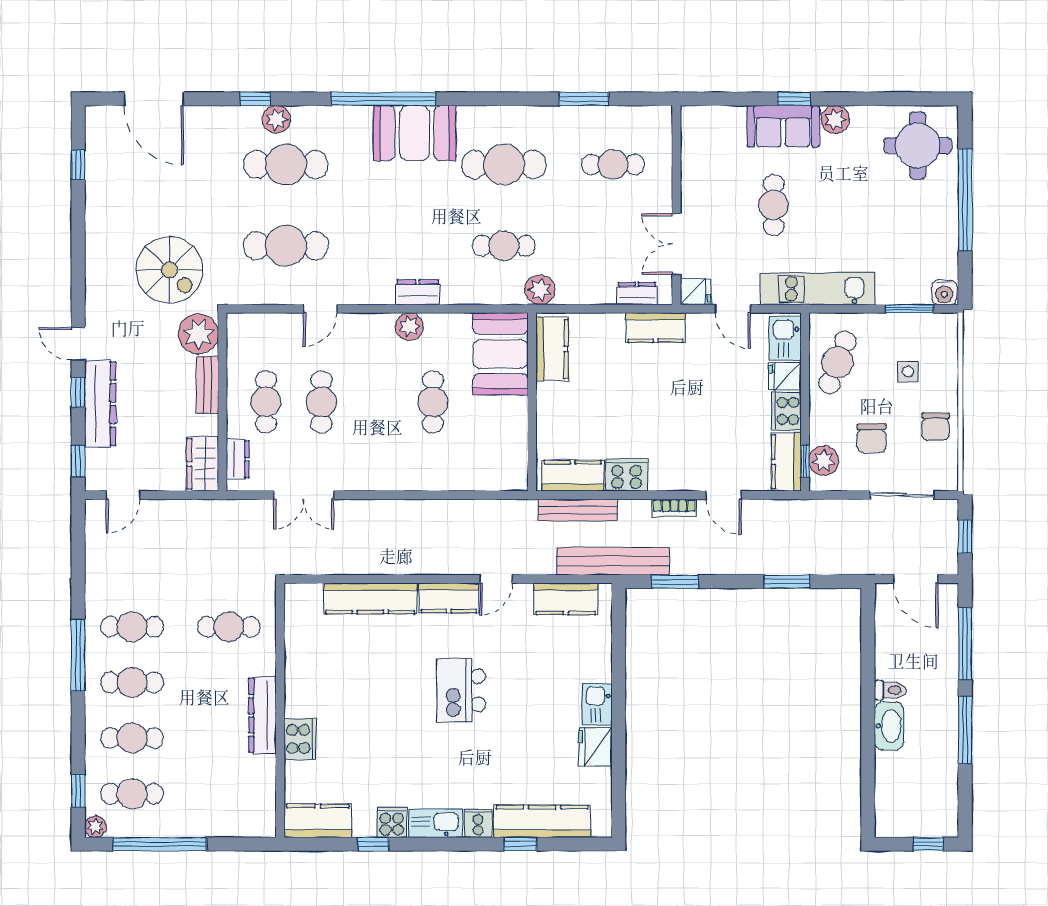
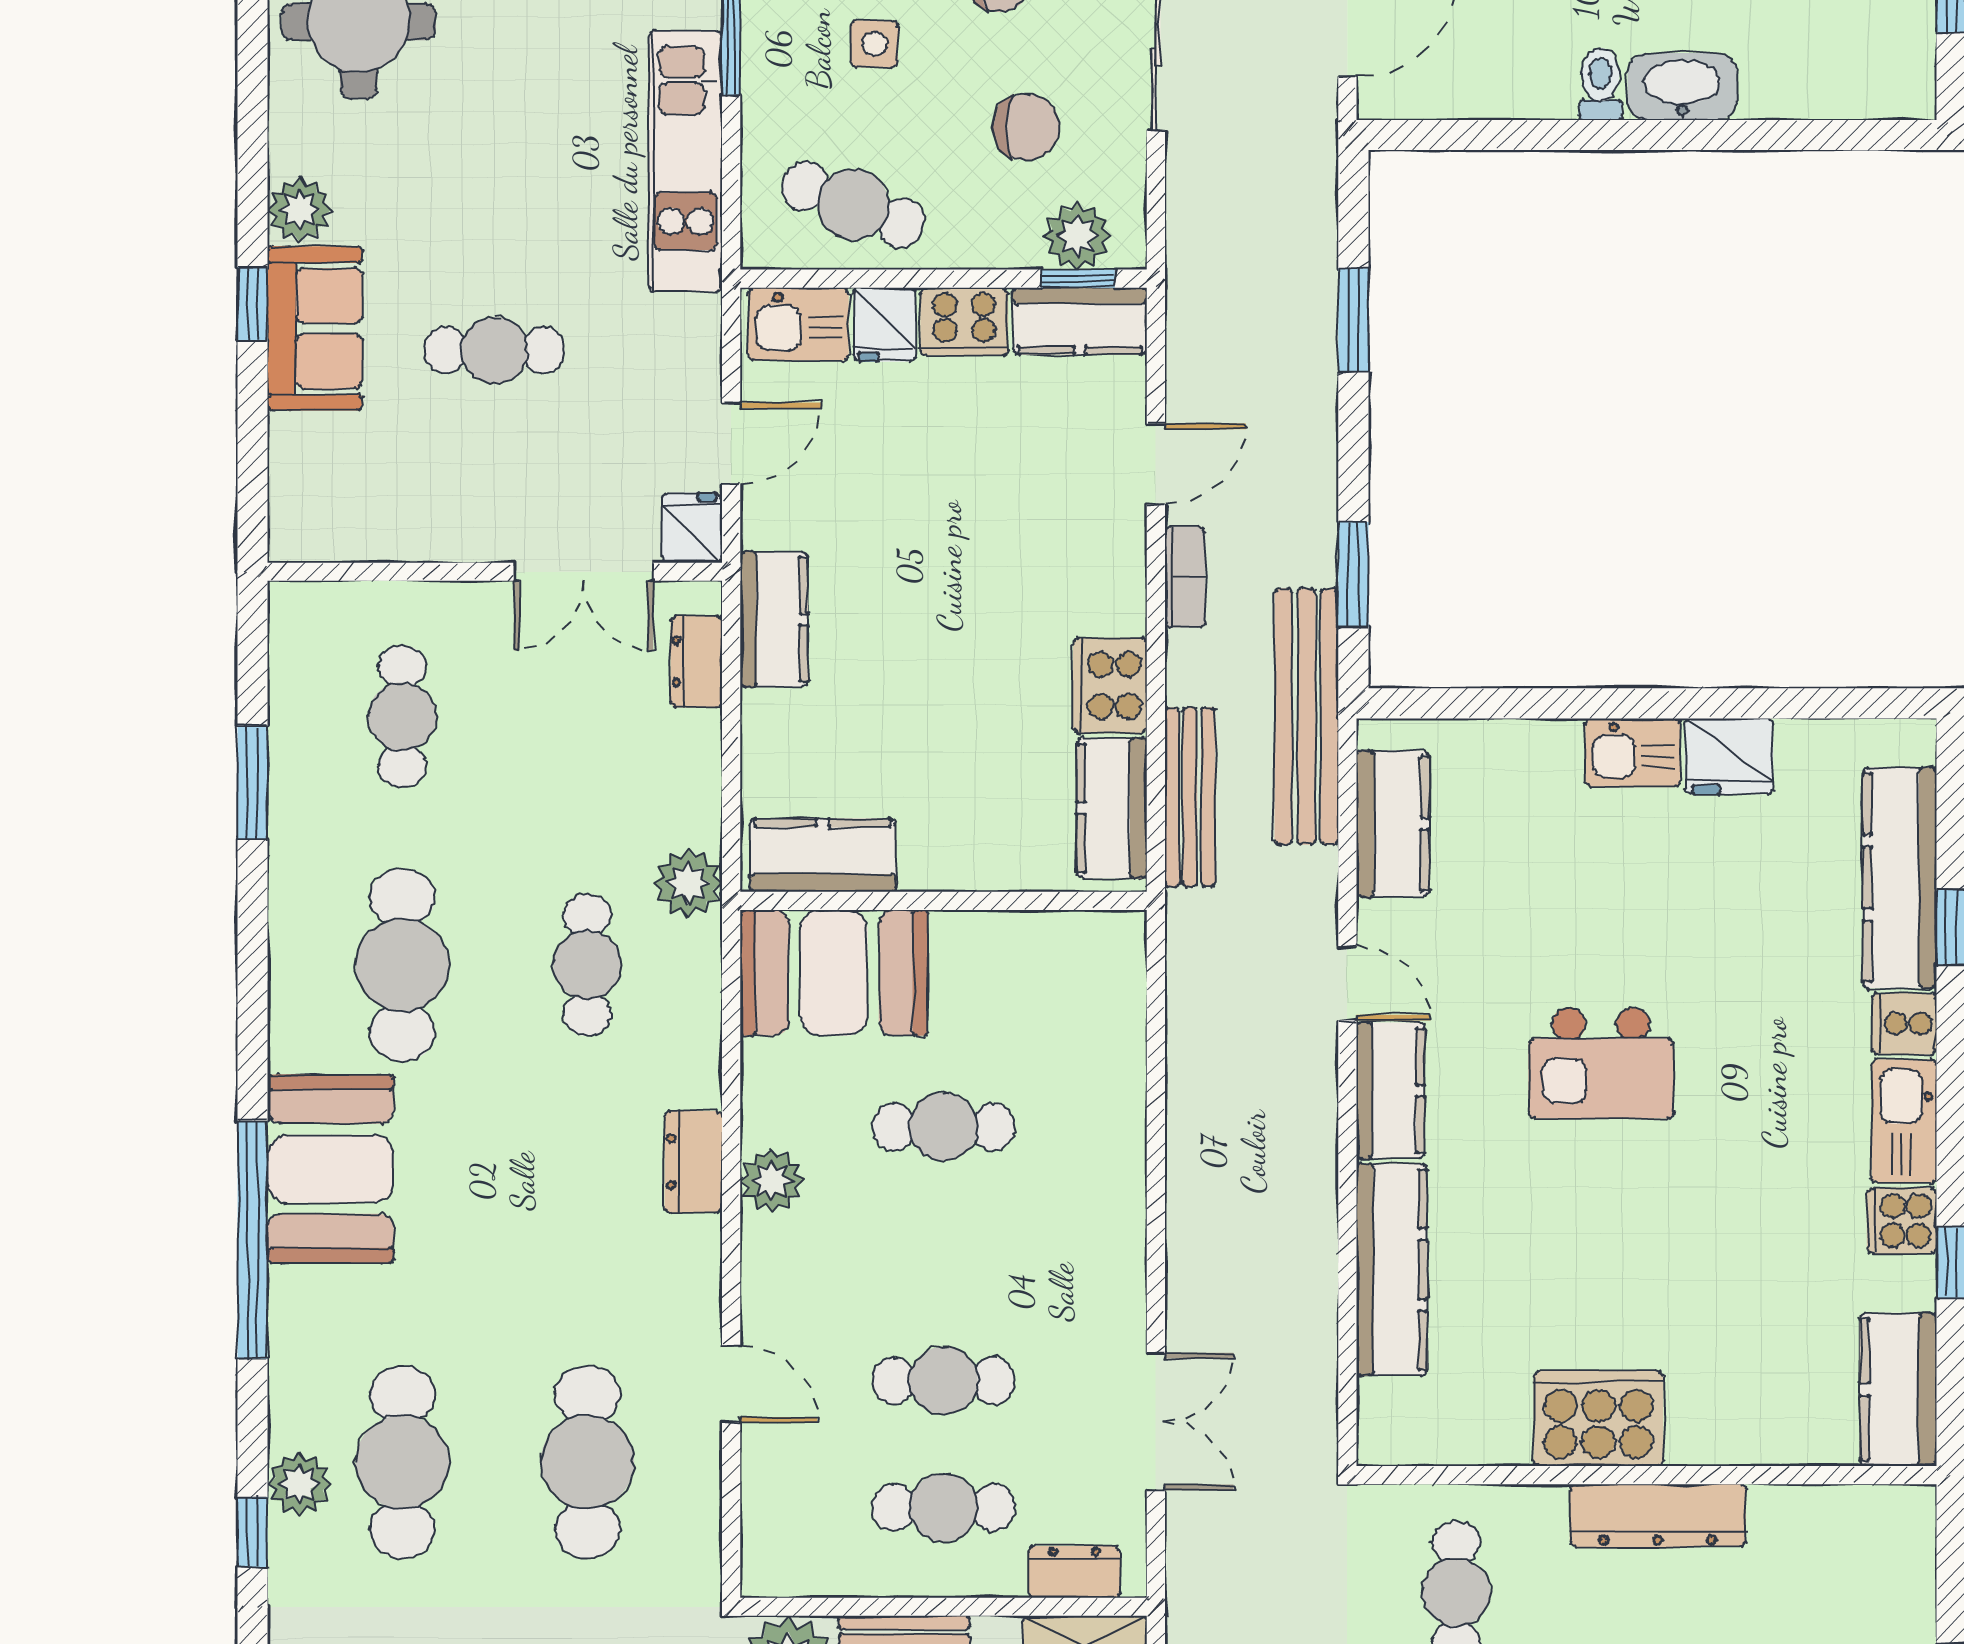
kitchen unit: (818, 289) -> (685, 161), moved
cooker: (300, 739) -> (1598, 1418), moved, width x1.37, depth x1.31

